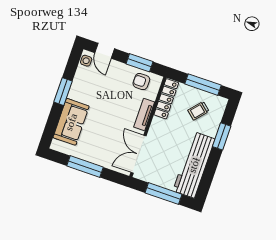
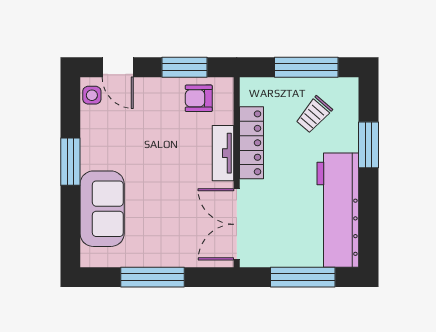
locker: (166, 99) -> (252, 143), moved

